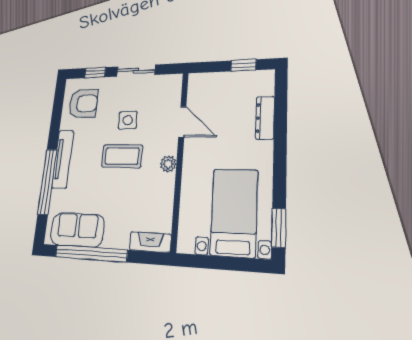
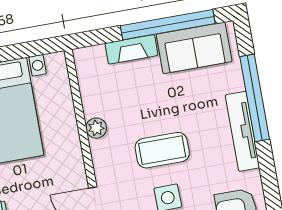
plant: (168, 164) -> (96, 128), moved
fireplace: (150, 242) -> (131, 49), moved

